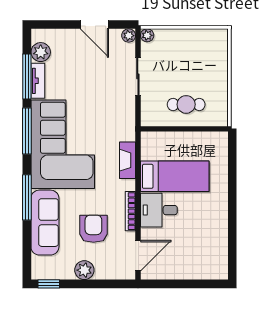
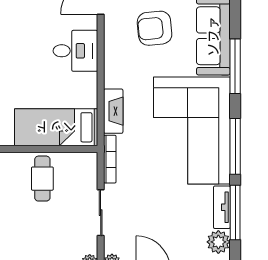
cafe table: (186, 104) -> (42, 179), turned 90
bed: (175, 176) -> (56, 127), moved
bookcase: (130, 211) -> (110, 159), moved
armchair: (93, 229) -> (155, 28), turned 84

